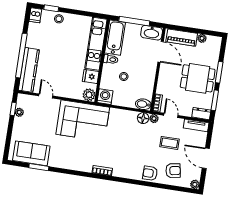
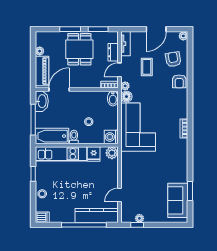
window: (51, 8) -> (33, 174), moved
dresser: (201, 114) -> (113, 52), moved
corner sofa: (83, 121) -> (138, 127), moved

